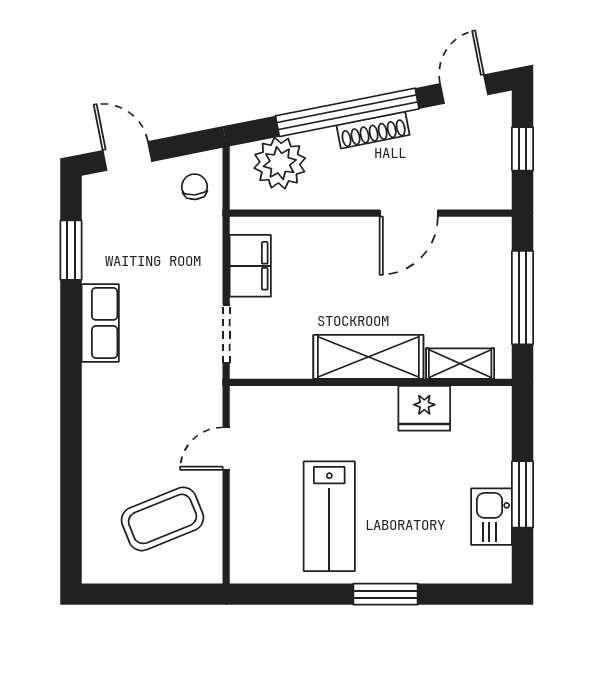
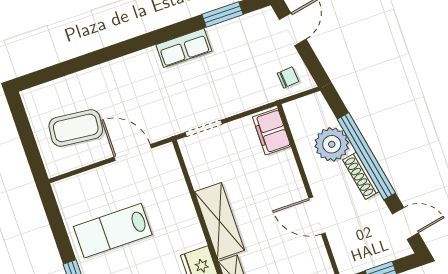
plant: (280, 163) -> (332, 144), moved
filing cabinet: (250, 266) -> (272, 132), moved, turned 90
door: (226, 449) -> (133, 152), width x1.38
coffee table: (162, 519) -> (76, 128), turned -62

